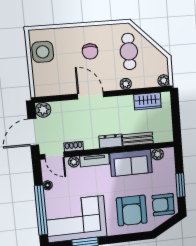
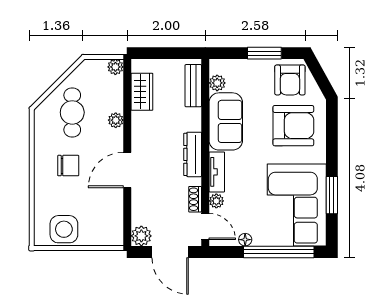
cafe table: (129, 51) -> (72, 112), turned 90
bench: (138, 139) -> (193, 86), moved
dresser: (111, 141) -> (193, 154), width x1.44
door: (54, 156) -> (205, 226), hinge flipped

